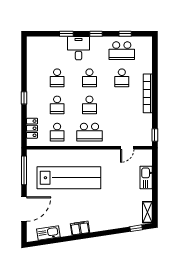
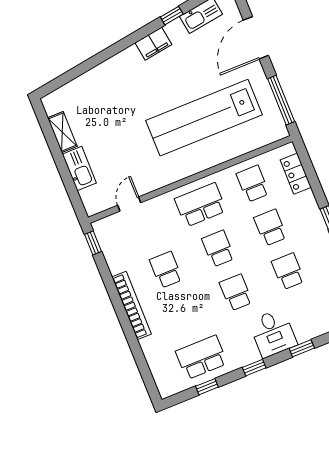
school desk: (122, 78) -> (166, 270), moved
shelving: (147, 212) -> (62, 132), moved
window: (136, 228) -> (172, 16), moved

